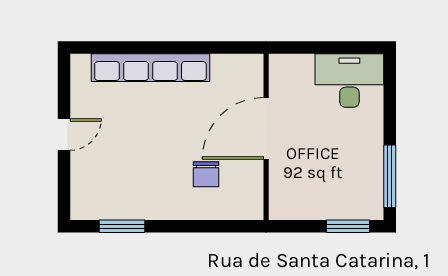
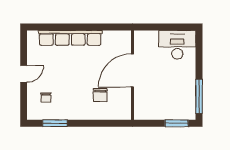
chair: (105, 179) -> (46, 98), added

